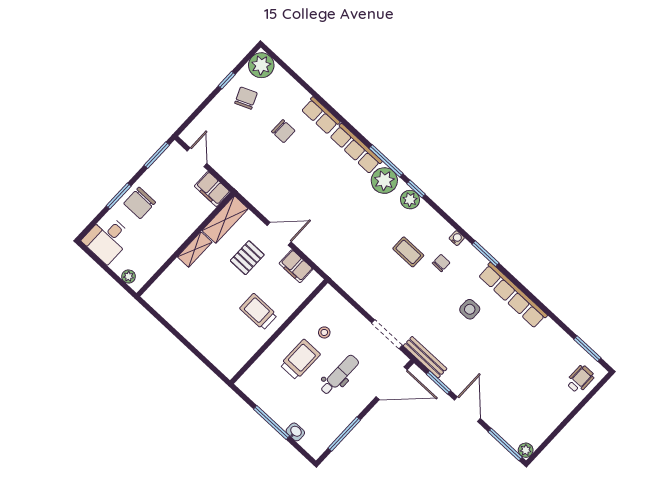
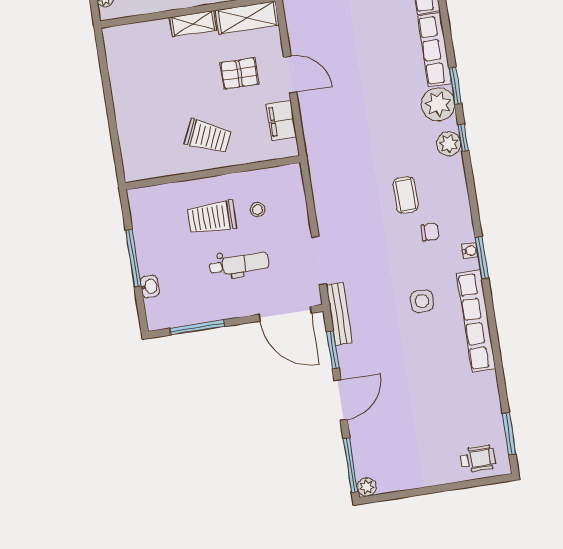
window: (386, 161) -> (455, 86), width x0.69
water cooler: (457, 238) -> (470, 251), moved
trolley: (258, 312) -> (208, 137), turned 114
trolley: (300, 360) -> (212, 218), turned 180

